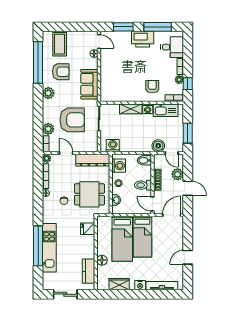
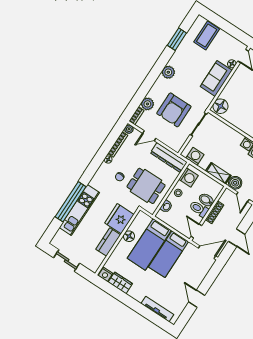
window: (38, 62) -> (177, 39), width x0.47
armchair: (61, 72) -> (192, 61), removed
sofa: (89, 84) -> (216, 78), moved
floor lamp: (107, 93) -> (220, 106), added
shelving: (131, 109) -> (218, 173), moved
armchair: (72, 120) -> (174, 110), turned 90
door: (66, 153) -> (149, 136), swing flipped
bidet: (144, 160) -> (206, 200), moved
plant: (178, 174) -> (236, 219), removed
fridge: (88, 229) -> (119, 219), width x1.88, depth x1.34
door: (188, 257) -> (197, 299), hinge flipped
floor lamp: (102, 260) -> (129, 236), moved
kitchen counter: (89, 271) -> (108, 242), moved
nightstand: (140, 285) -> (105, 274), moved

